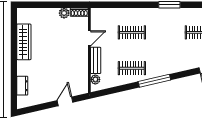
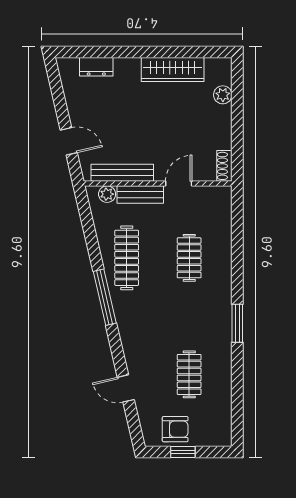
plant: (64, 13) -> (223, 95), moved
door: (89, 38) -> (179, 184), swing flipped
clothes rail: (132, 68) -> (127, 258), width x1.36
bench: (83, 71) -> (122, 173), added

